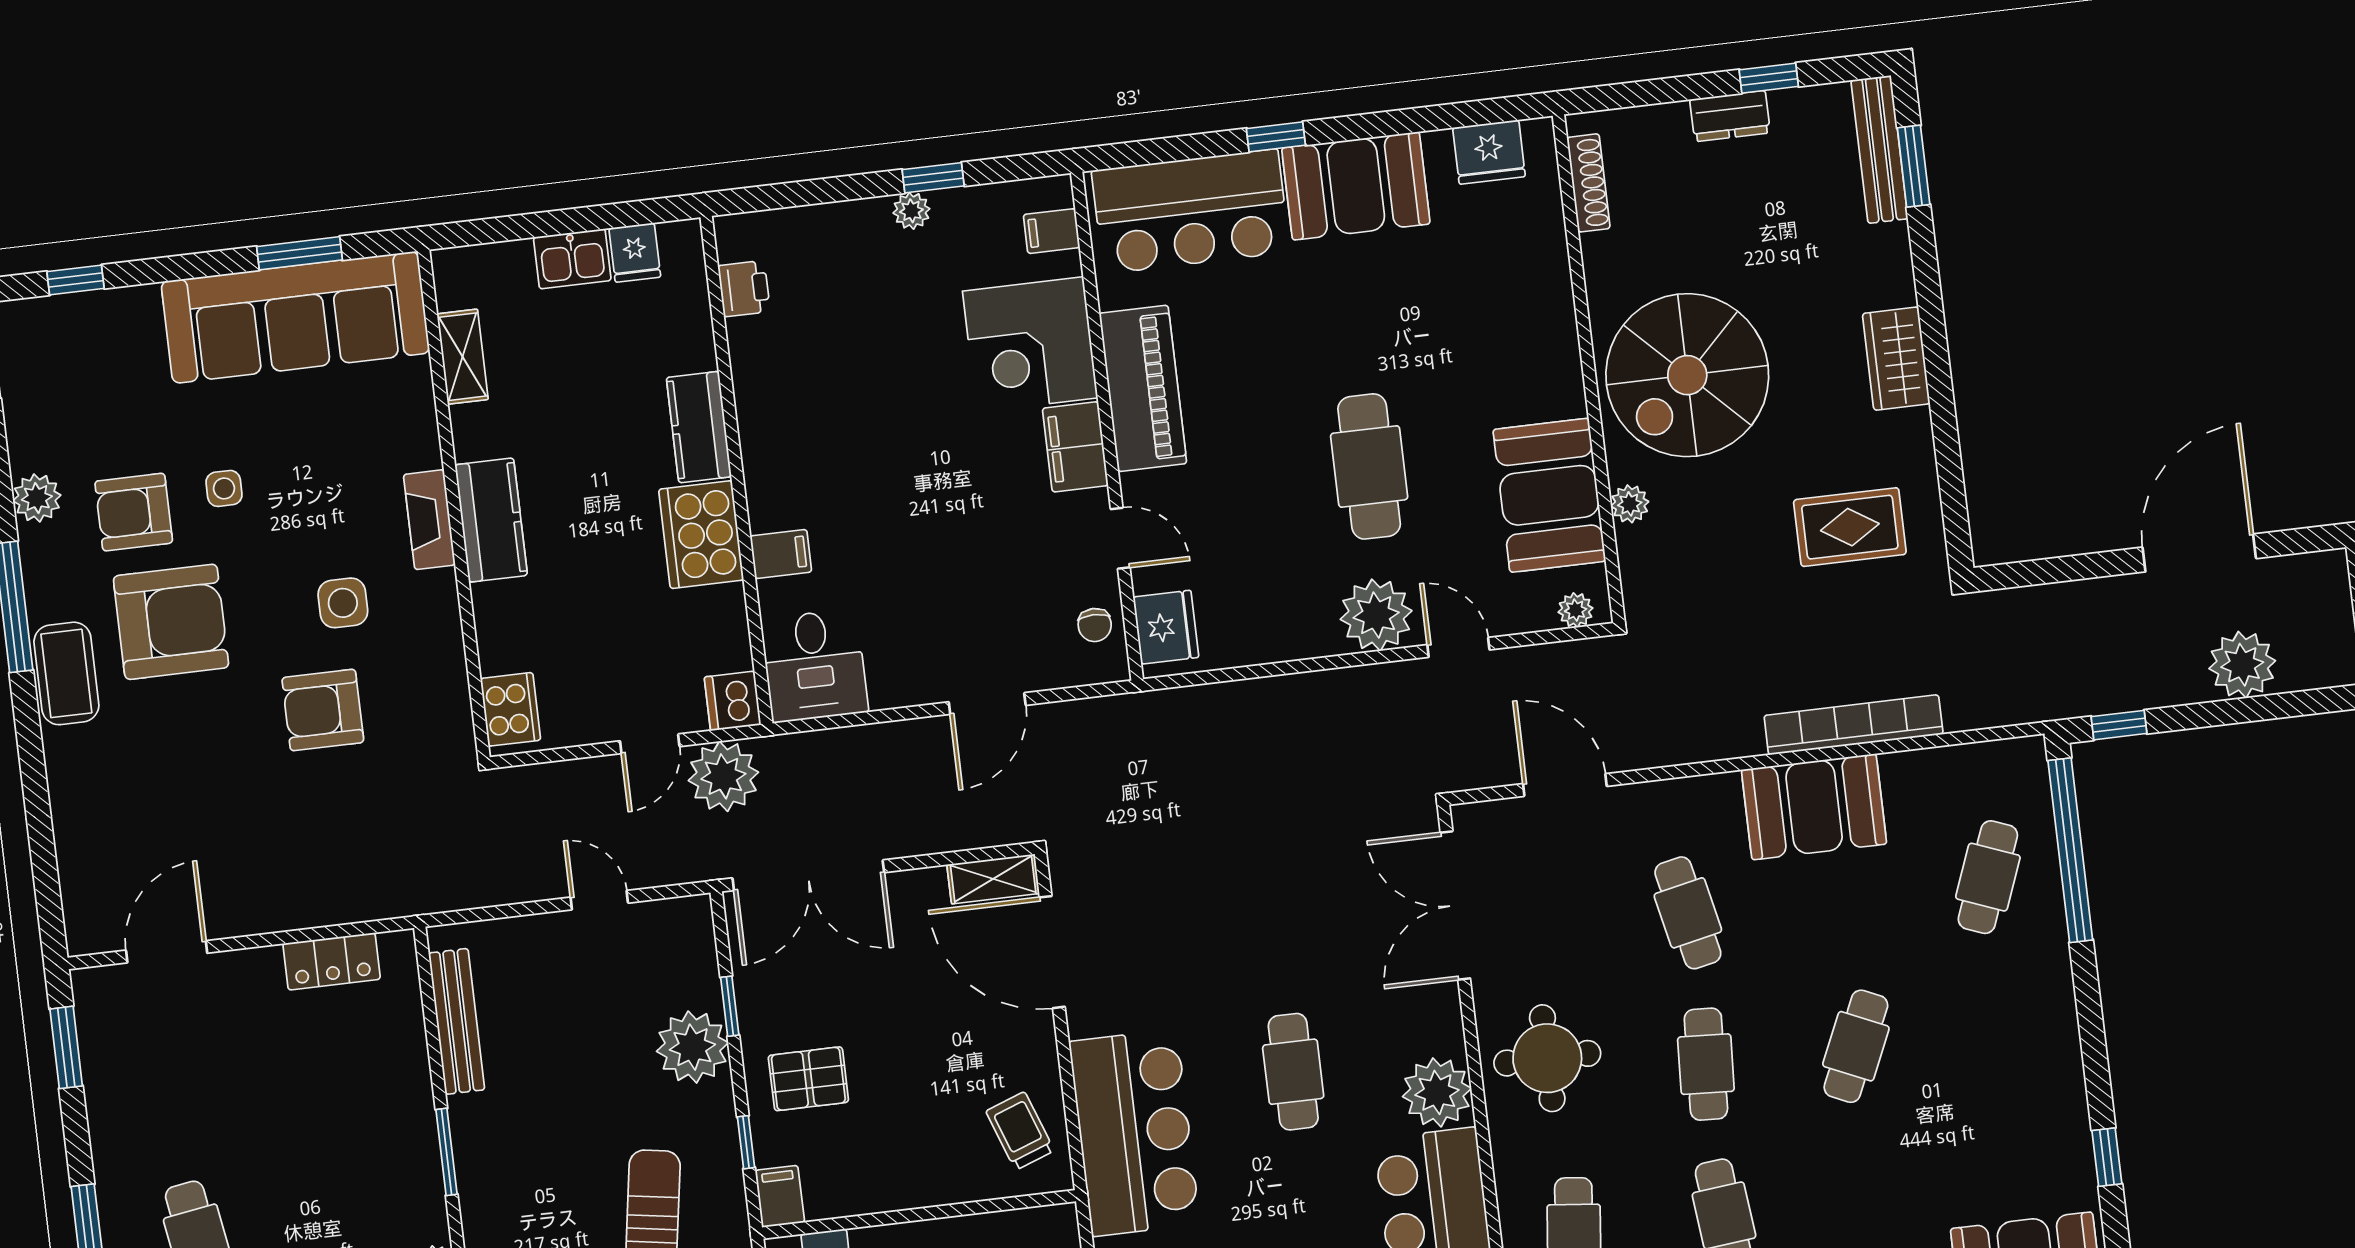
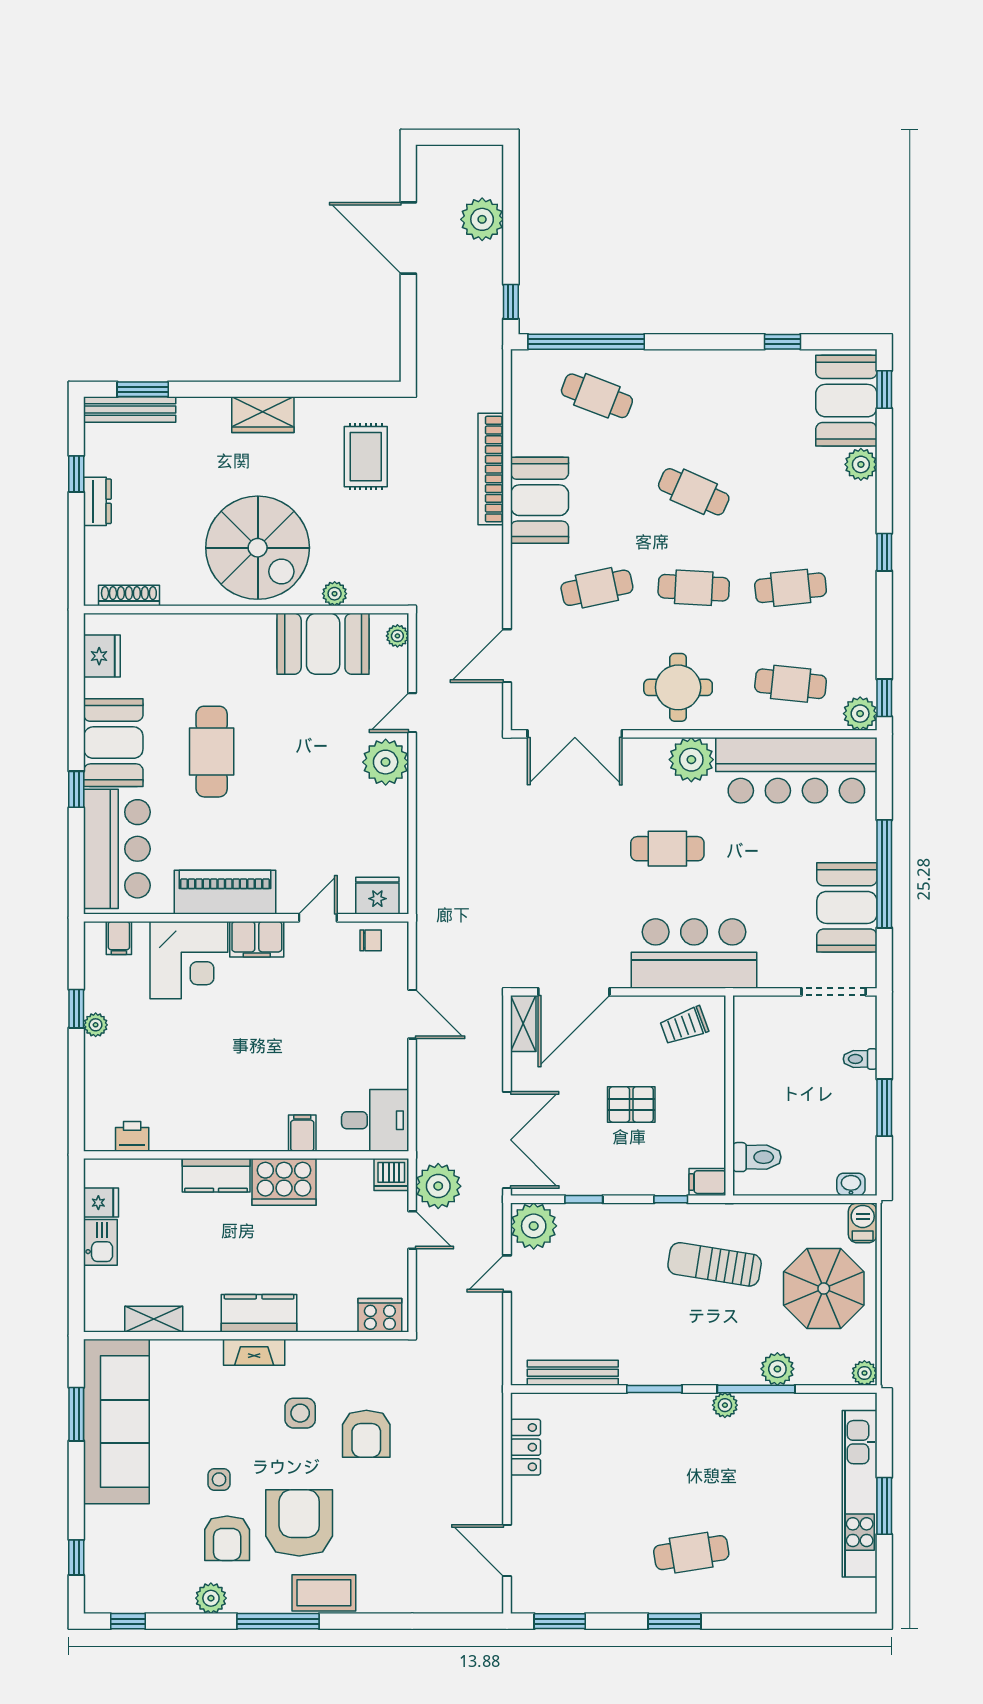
cafe table: (1369, 466) -> (212, 752), moved, turned 90
plant: (692, 1047) -> (534, 1226), moved
pallet: (808, 1079) -> (631, 1104), moved, turned 90

